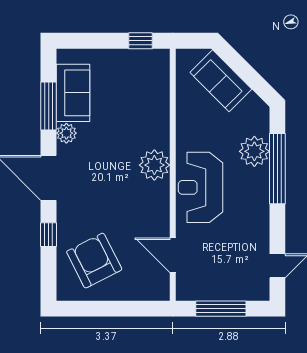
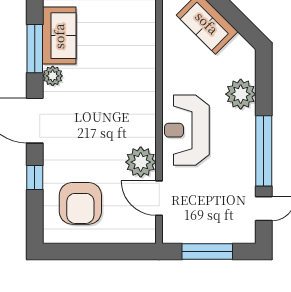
plant: (154, 165) -> (141, 162), moved
window: (277, 169) -> (264, 151), moved
armchair: (94, 261) -> (80, 203), turned -153

